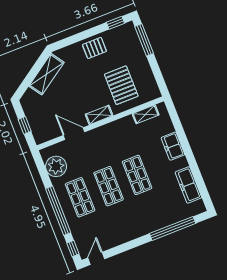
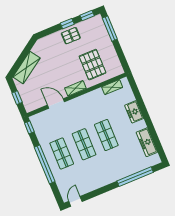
window: (90, 33) -> (67, 24), added
shelving: (46, 74) -> (27, 68), moved
plant: (56, 166) -> (42, 130), removed
window: (73, 249) -> (29, 127), moved

